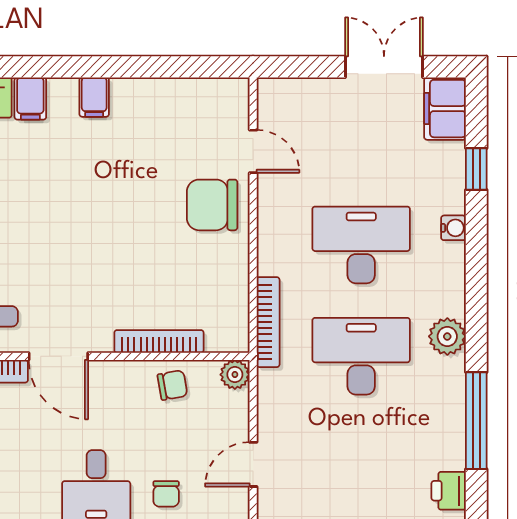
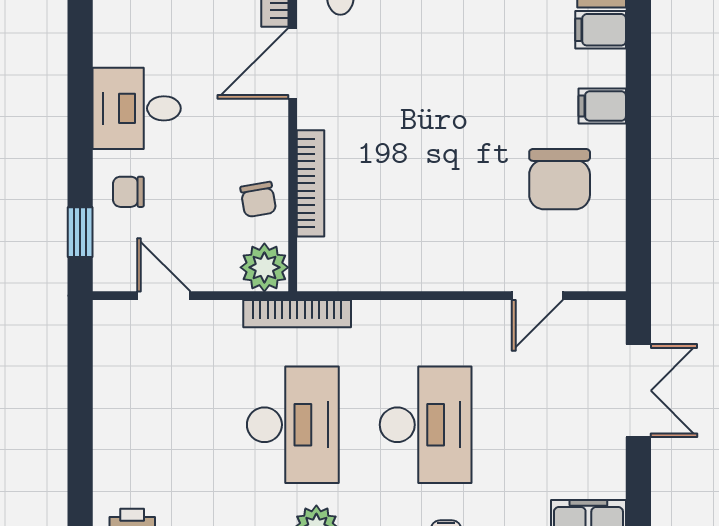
double door: (384, 67) -> (638, 391), moved
chair: (212, 205) -> (560, 179), moved, turned 180
bookcase: (268, 322) -> (297, 314), moved
plant: (235, 375) -> (264, 267), width x1.38, depth x1.38

